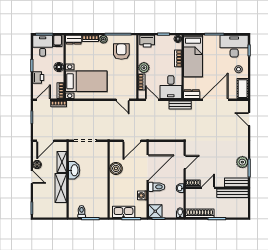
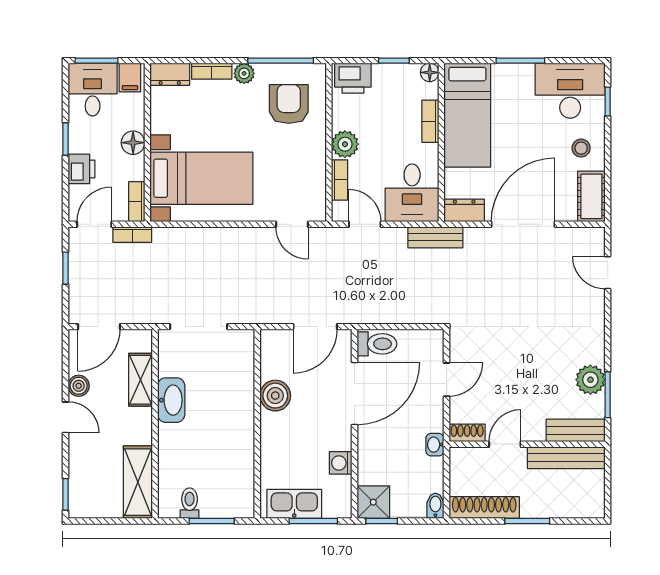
toilet: (157, 187) -> (377, 344), moved
shelving: (61, 188) -> (138, 482), moved

